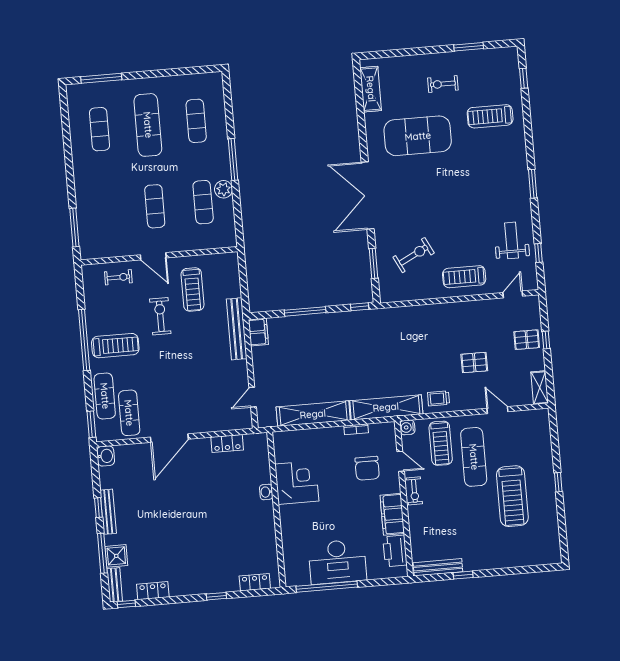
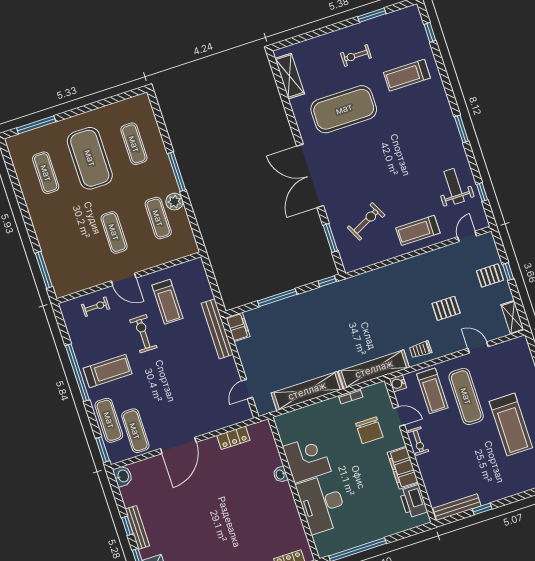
exercise mat: (148, 125) -> (90, 158), width x1.47
desk: (337, 562) -> (322, 504), moved, turned 90

